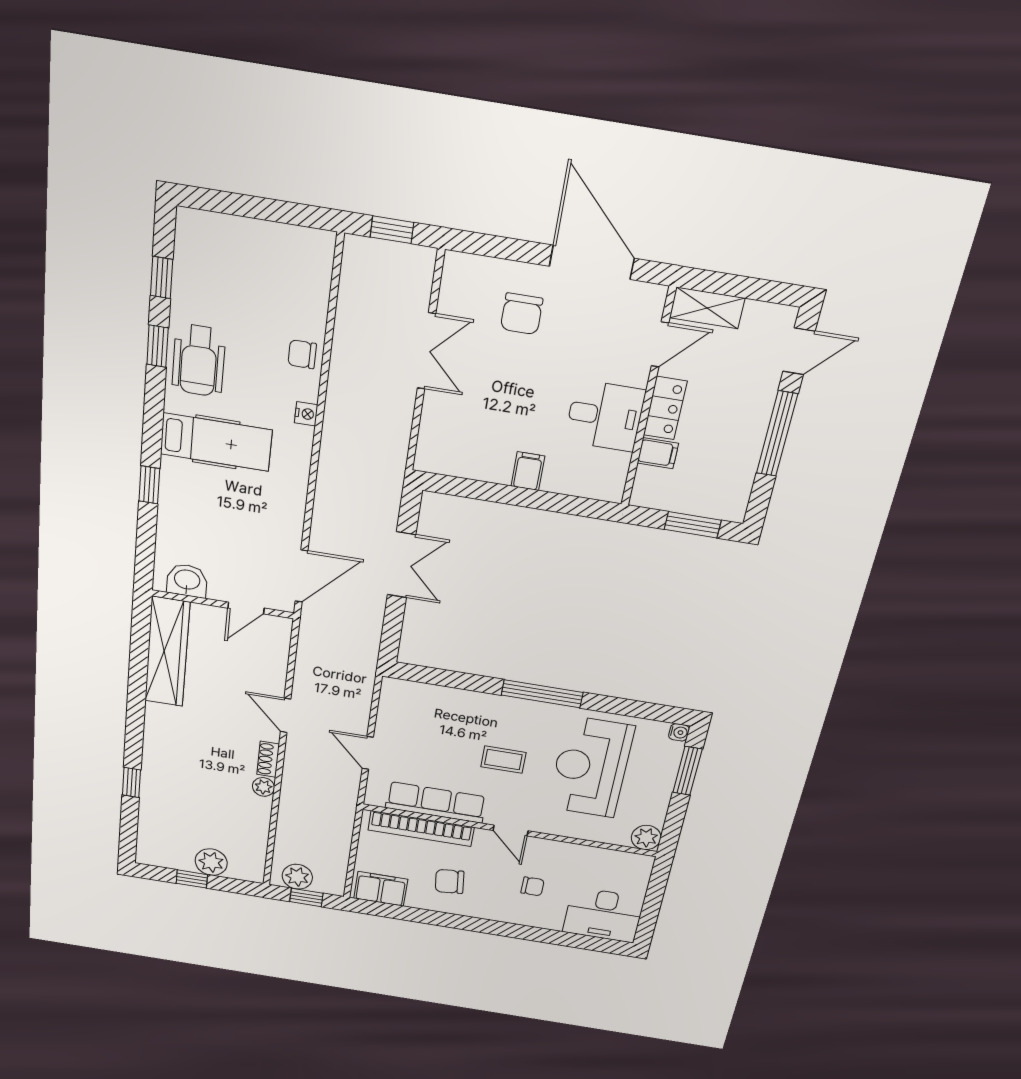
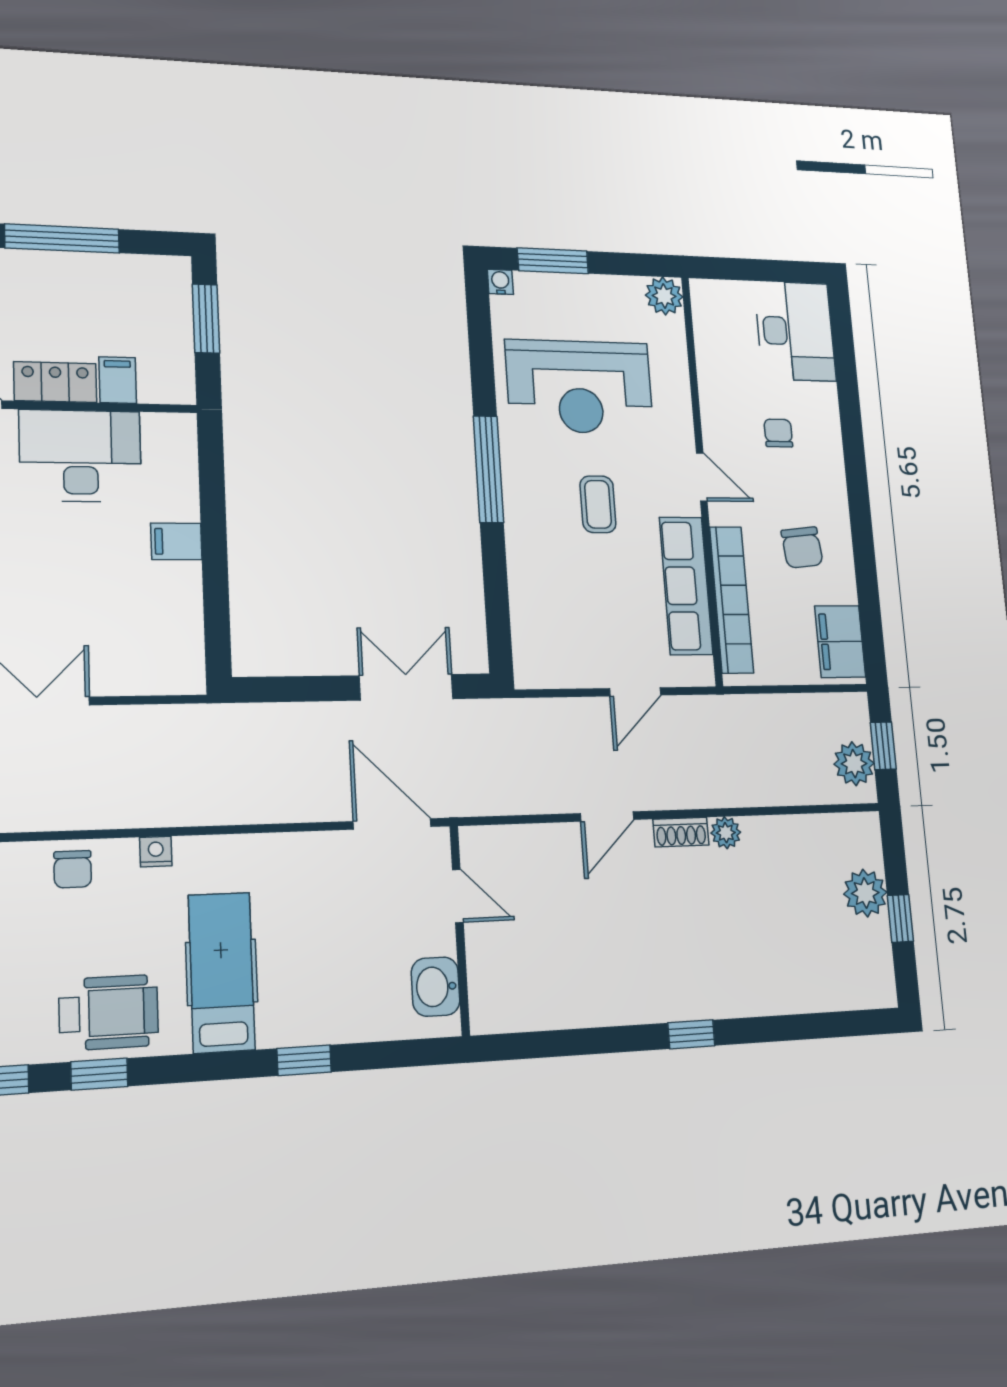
desk: (605, 416) -> (80, 456), width x1.37
double door: (401, 565) -> (406, 687), moved
wardrobe: (167, 652) -> (551, 1002), removed
window: (131, 783) -> (691, 1034), moved
door: (511, 831) -> (702, 477), hinge flipped

